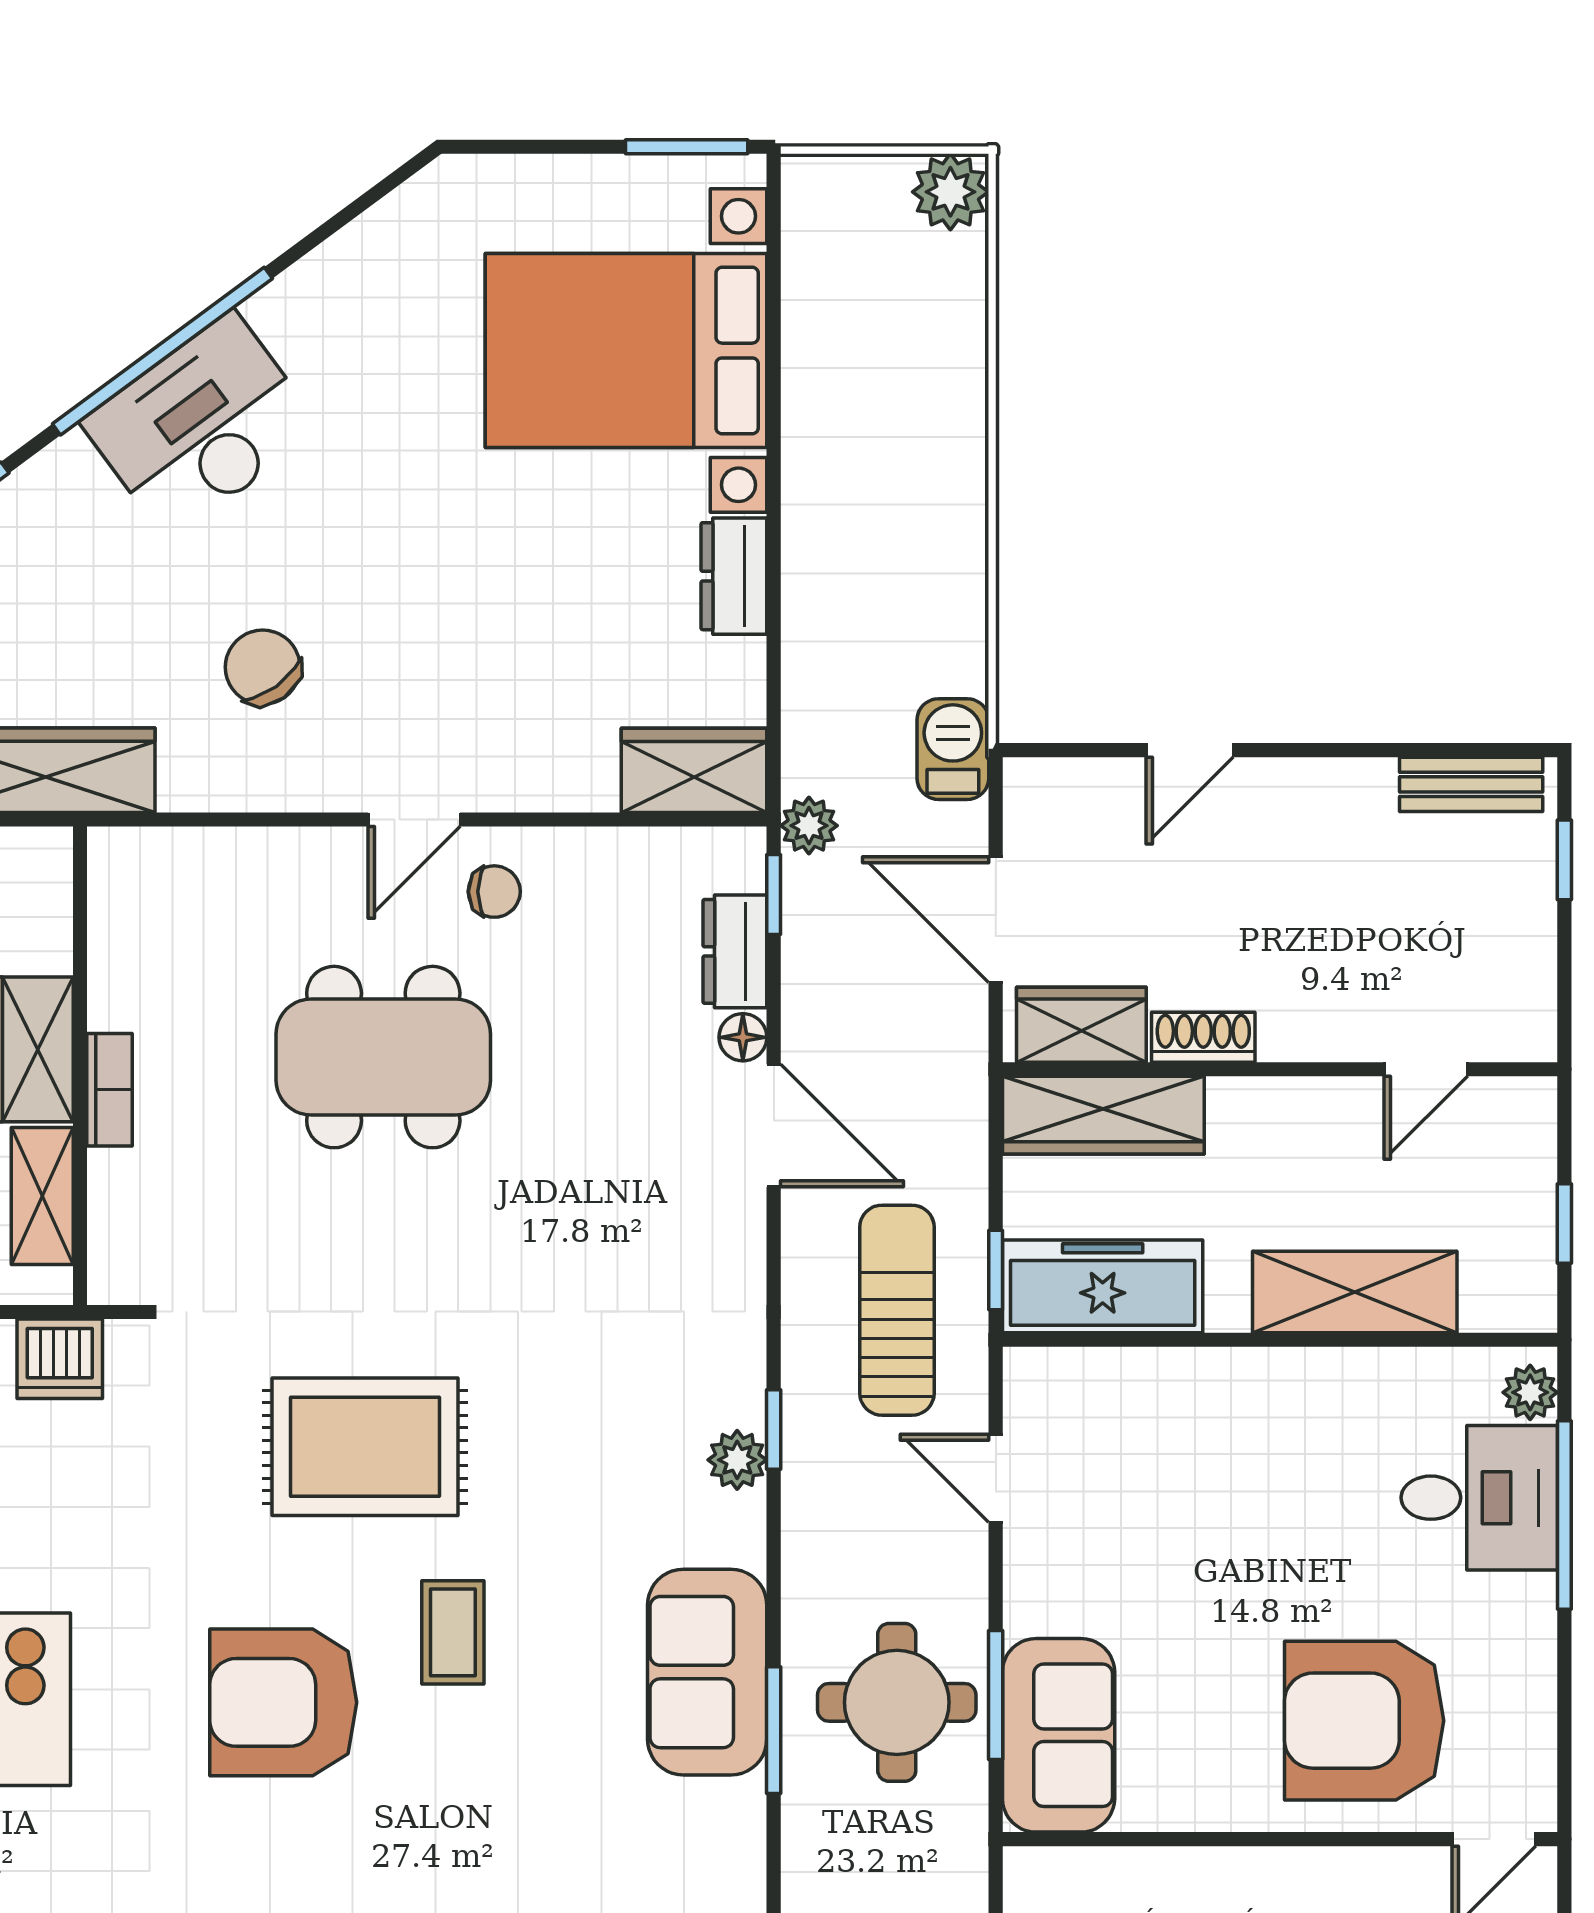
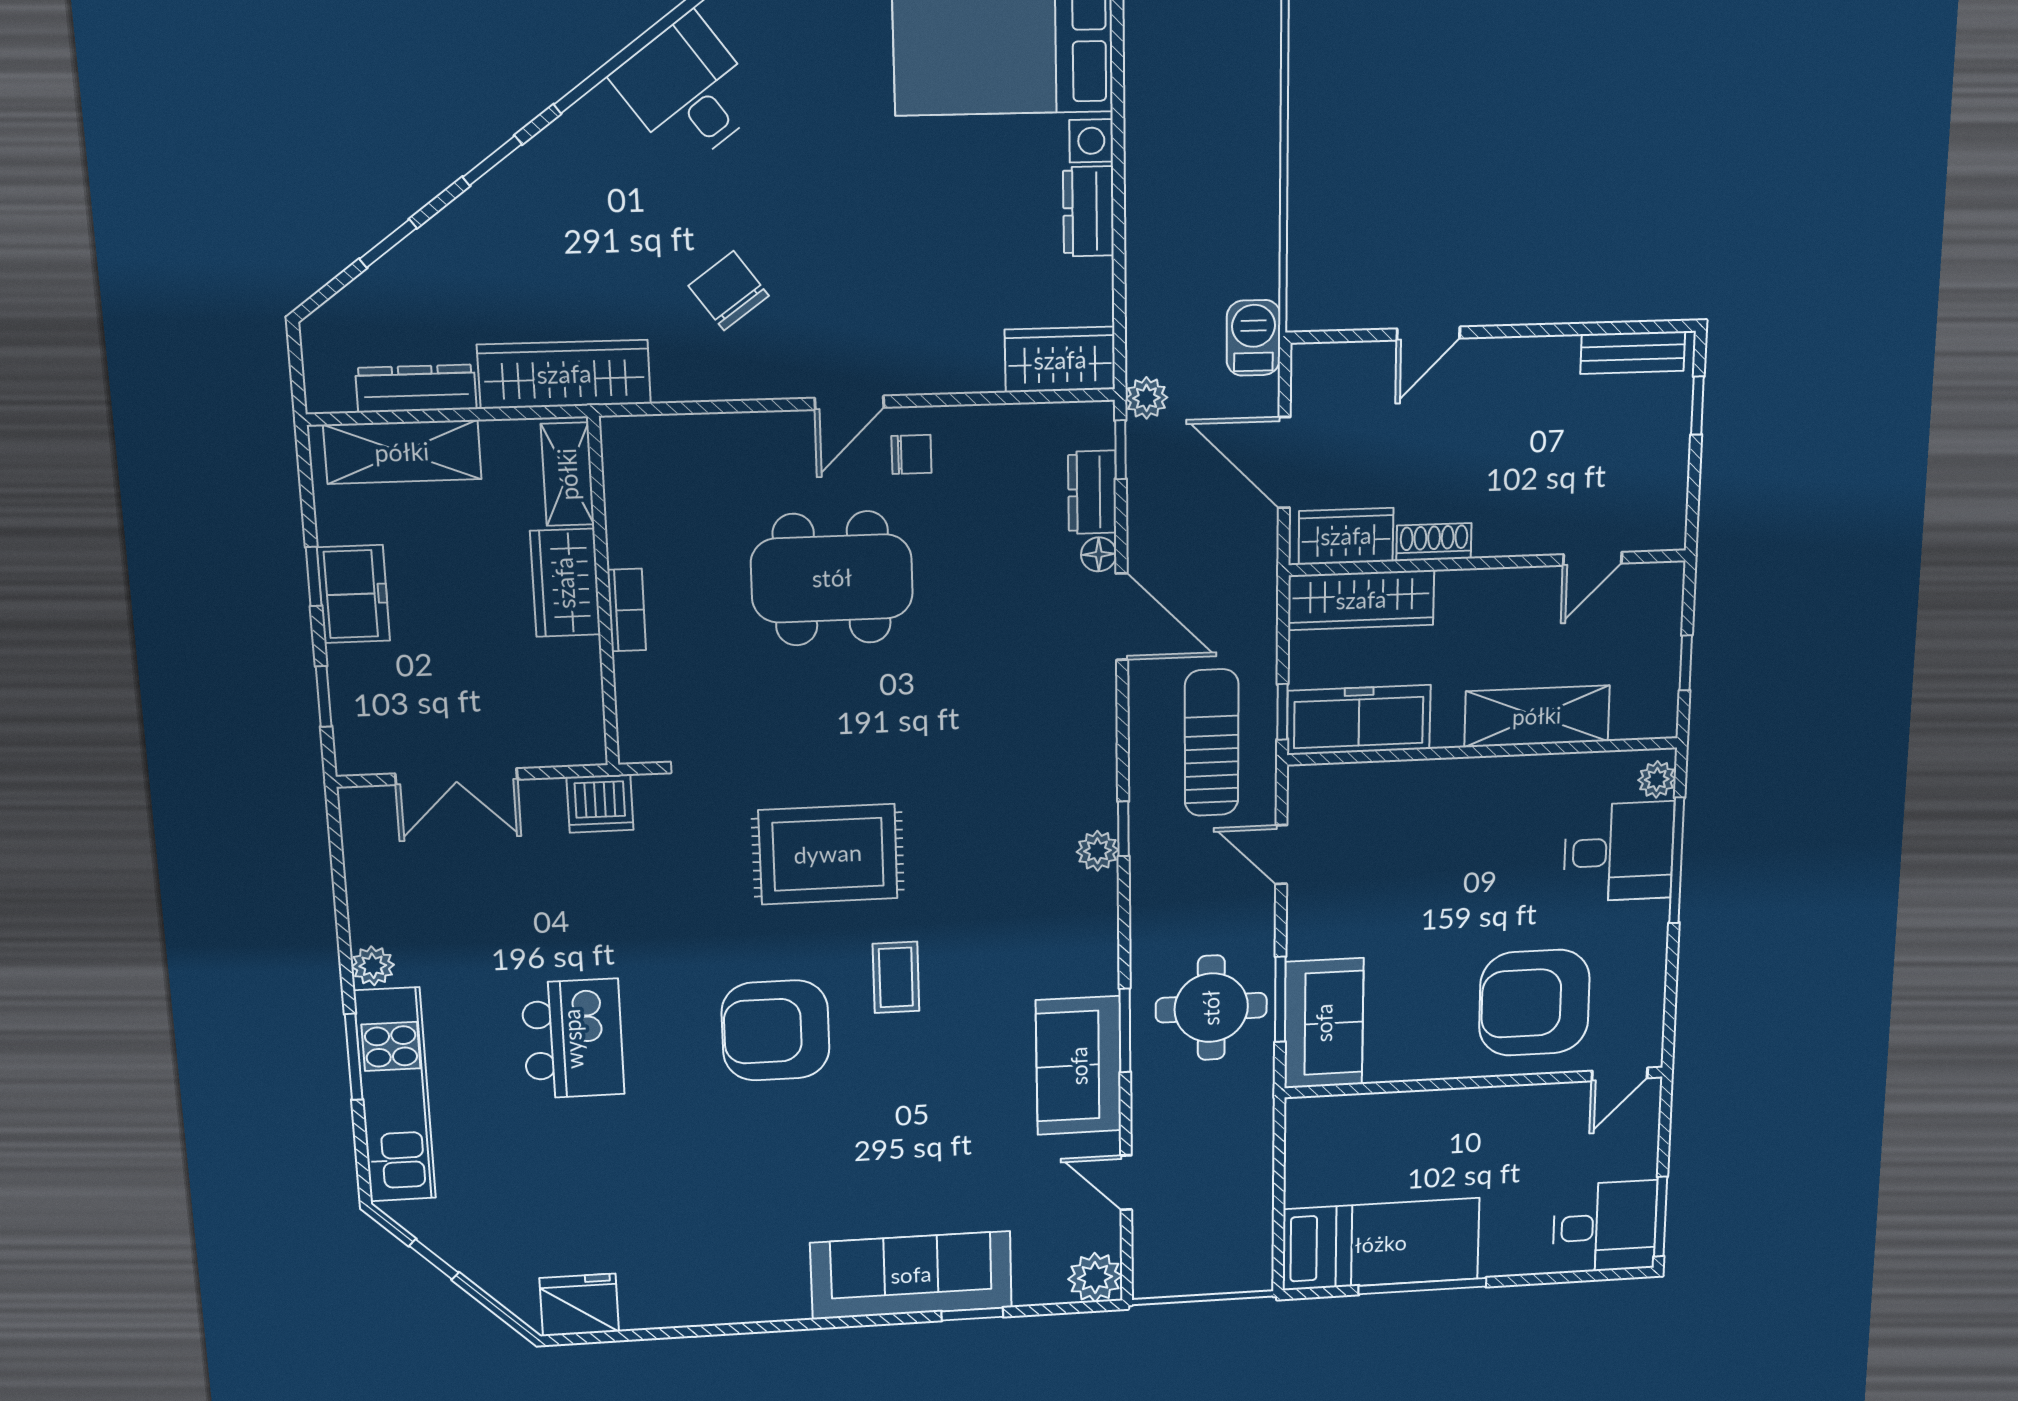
desk: (201, 426) -> (688, 91), width x0.73
shelving: (42, 1196) -> (568, 474), moved
sofa: (707, 1672) -> (1079, 1066), moved

